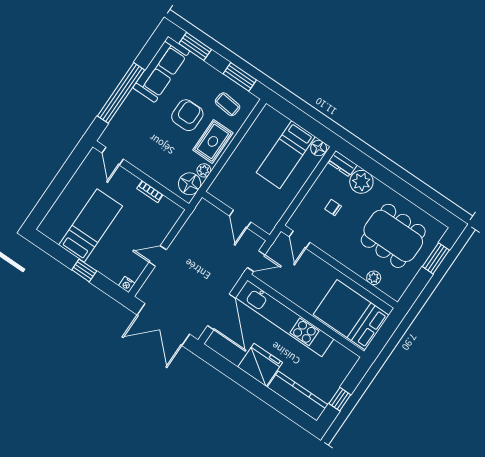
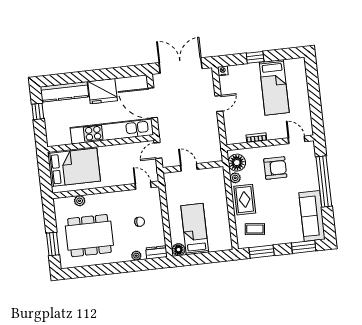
armchair: (187, 115) -> (275, 168), moved, turned -90
plant: (361, 182) -> (136, 256), width x0.53, depth x0.53

